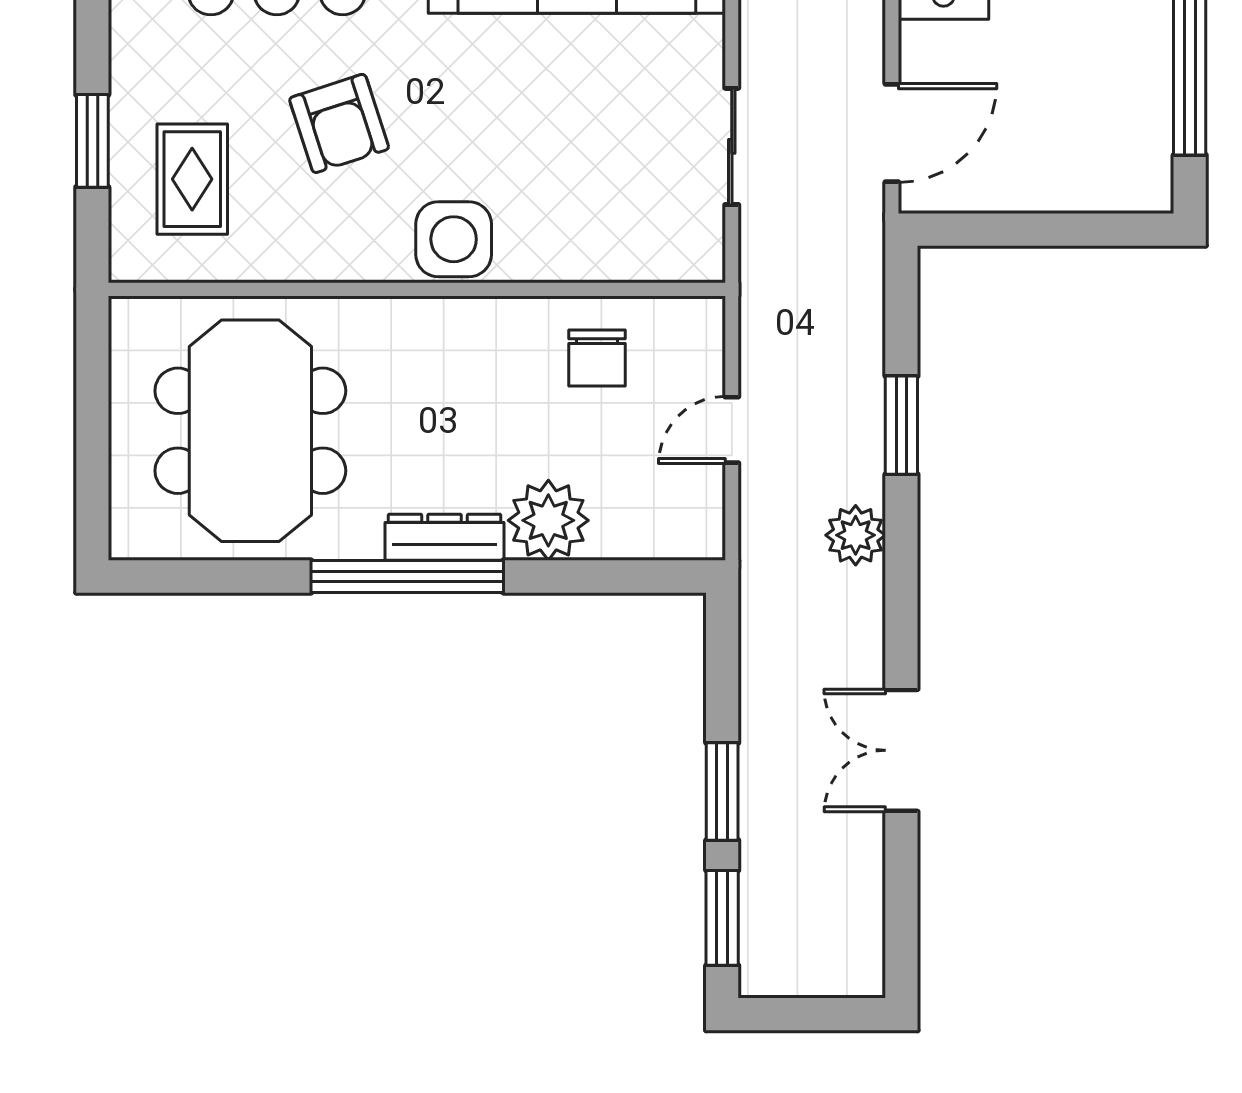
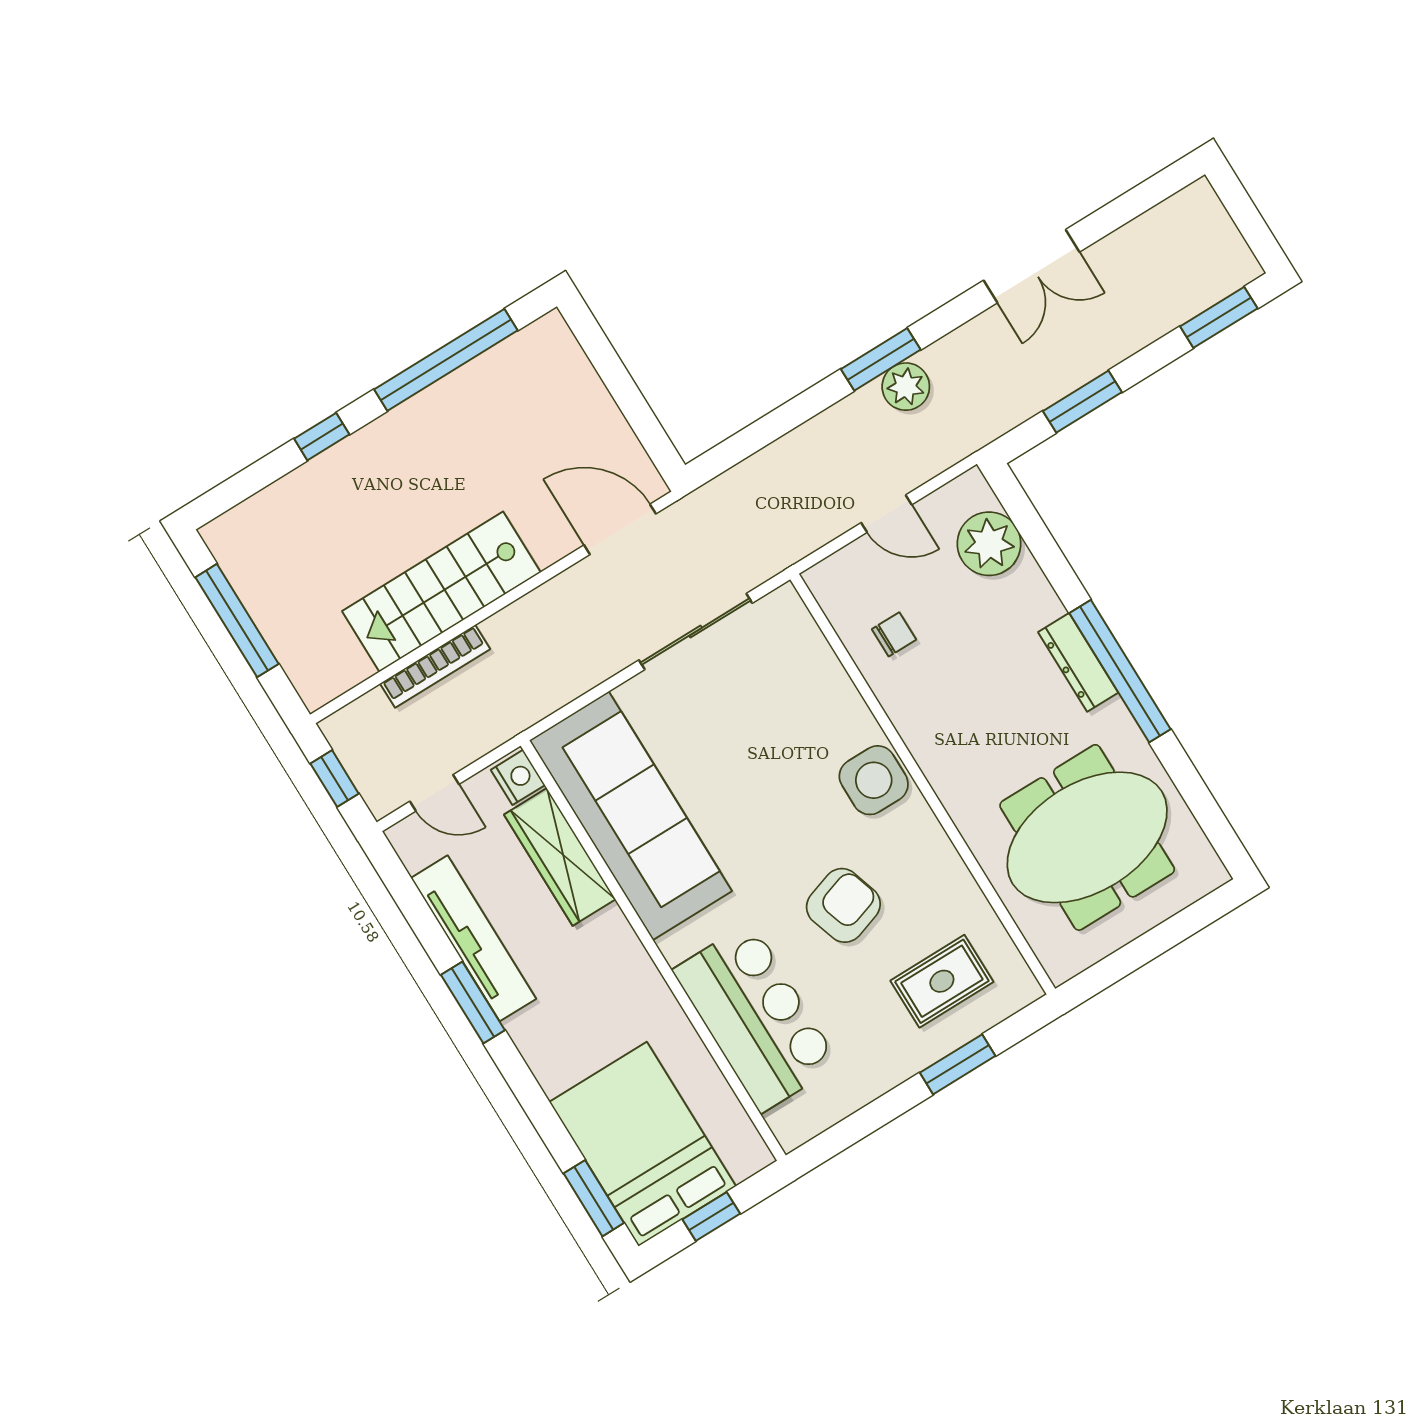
sliding door: (732, 146) -> (696, 632), width x1.37
chair: (597, 358) -> (894, 634), width x0.73, depth x0.73
window: (901, 425) -> (881, 359), moved
plant: (548, 520) -> (989, 544), moved
window: (722, 792) -> (1082, 402), moved

